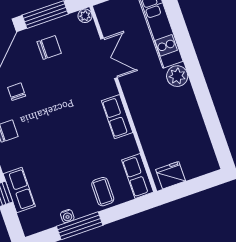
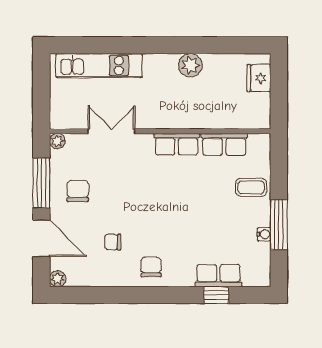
plant: (177, 76) -> (190, 65), moved
fridge: (171, 175) -> (259, 78), moved
row of seats: (138, 176) -> (224, 144), moved

